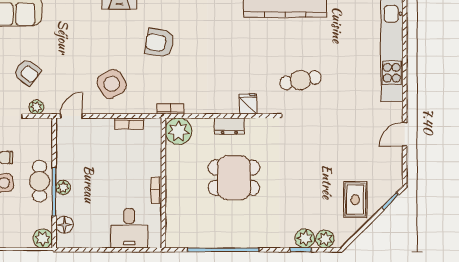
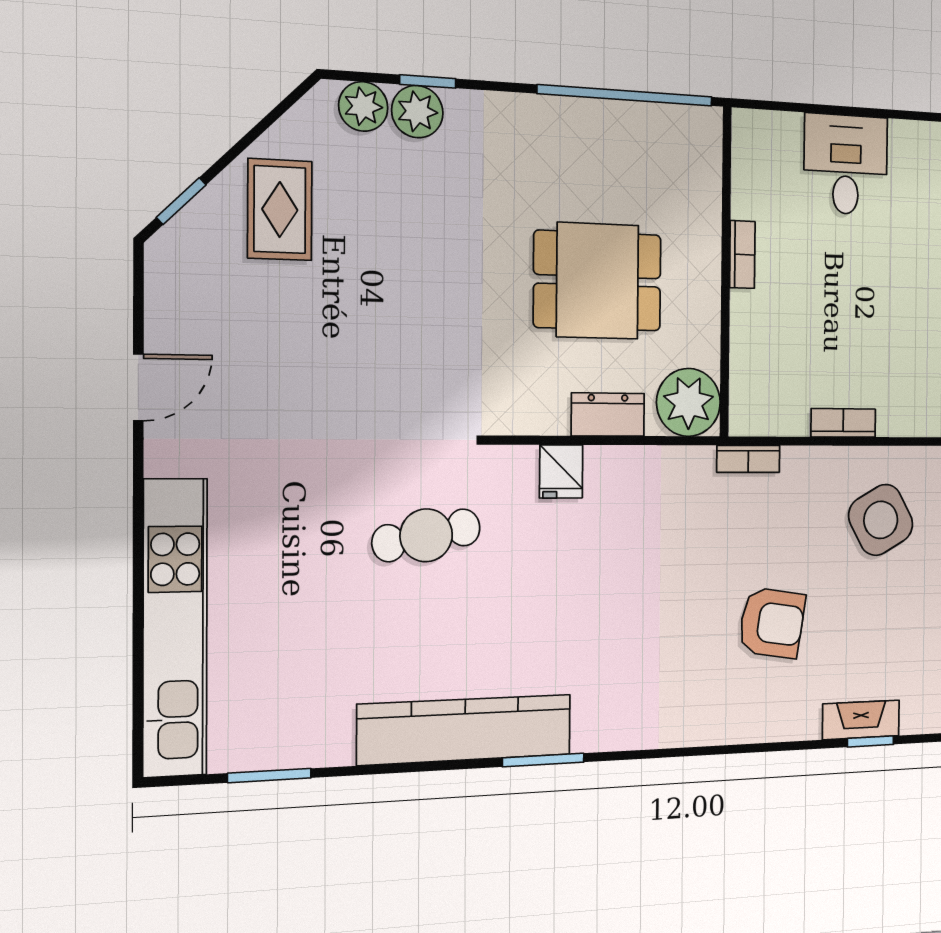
plant: (178, 131) -> (689, 402), moved
wall: (163, 183) -> (726, 272), moved
bookcase: (156, 190) -> (742, 255), moved

